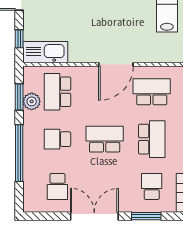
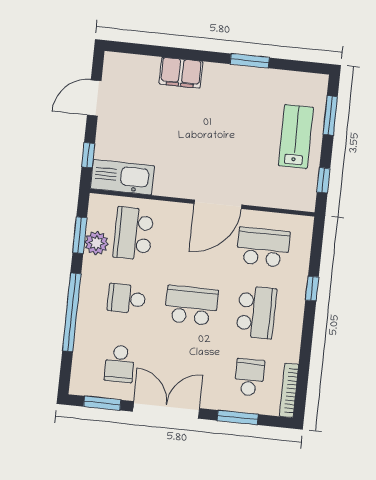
window: (48, 216) -> (102, 403), added

